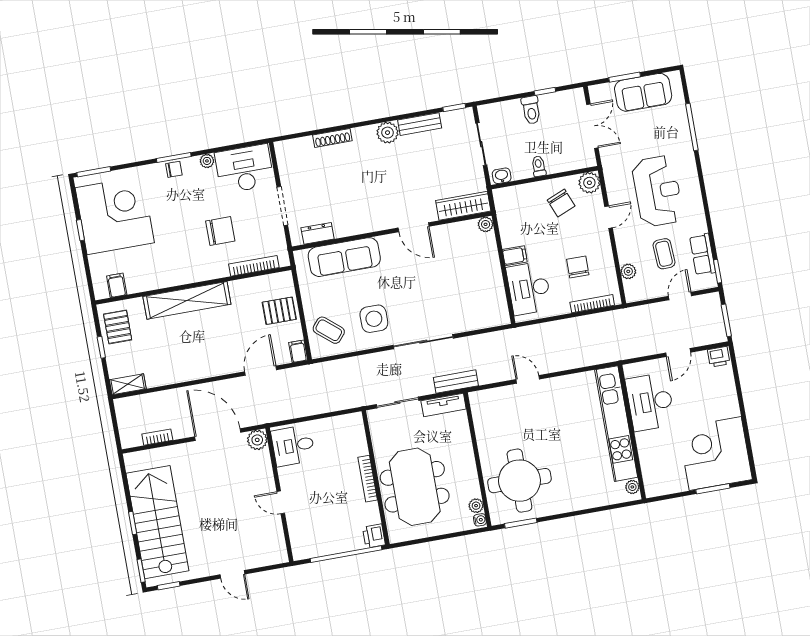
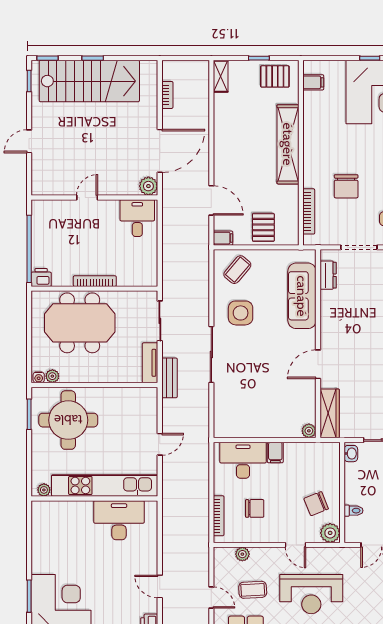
toilet: (539, 166) -> (354, 511), moved
desk: (650, 402) -> (119, 520), moved
kitchen unit: (616, 424) -> (105, 485), moved
wall: (632, 432) -> (94, 498), moved
plant: (632, 487) -> (44, 490), moved

